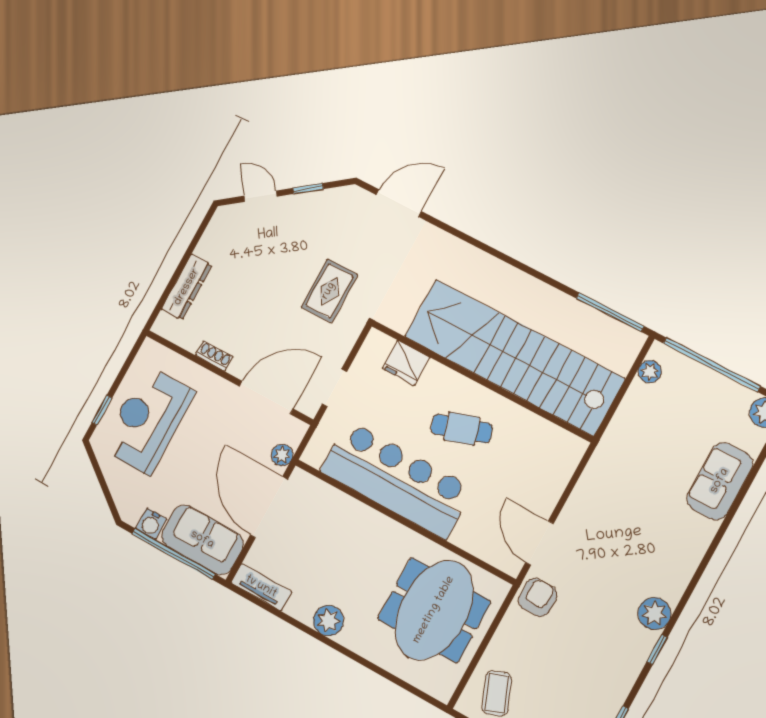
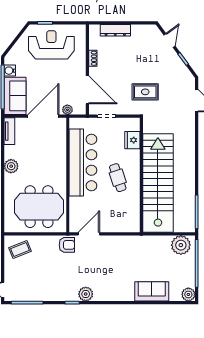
plant: (650, 372) -> (181, 245), width x1.87, depth x1.87

